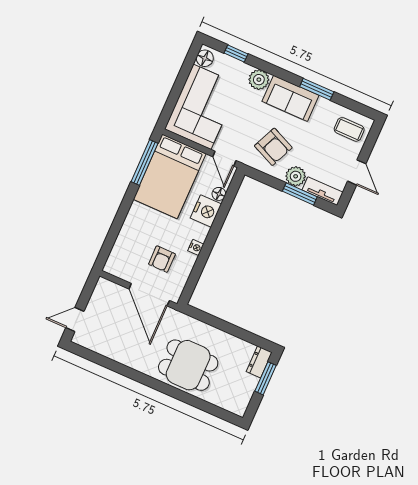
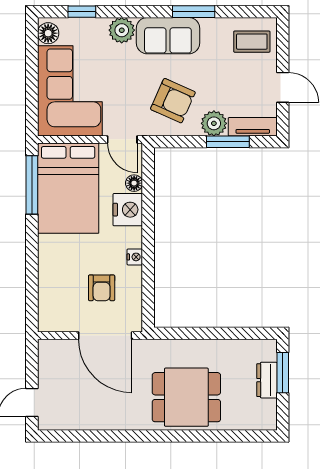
dresser: (259, 362) -> (267, 380), moved

